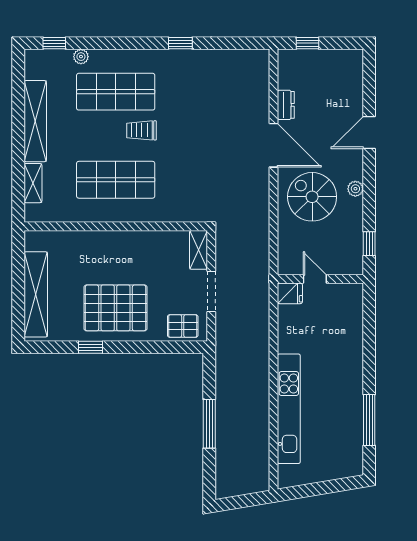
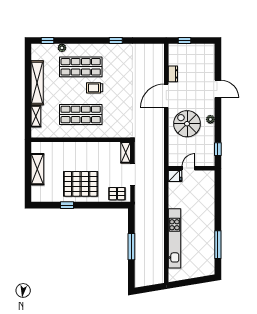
door: (369, 133) -> (218, 89), swing flipped
door: (274, 145) -> (166, 96), swing flipped
door: (315, 279) -> (189, 168), hinge flipped
shelving: (36, 294) -> (37, 169), width x0.68

